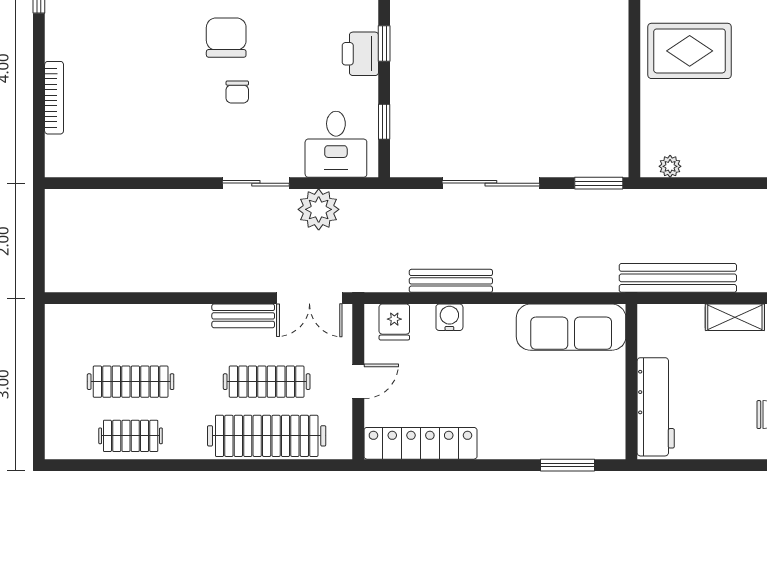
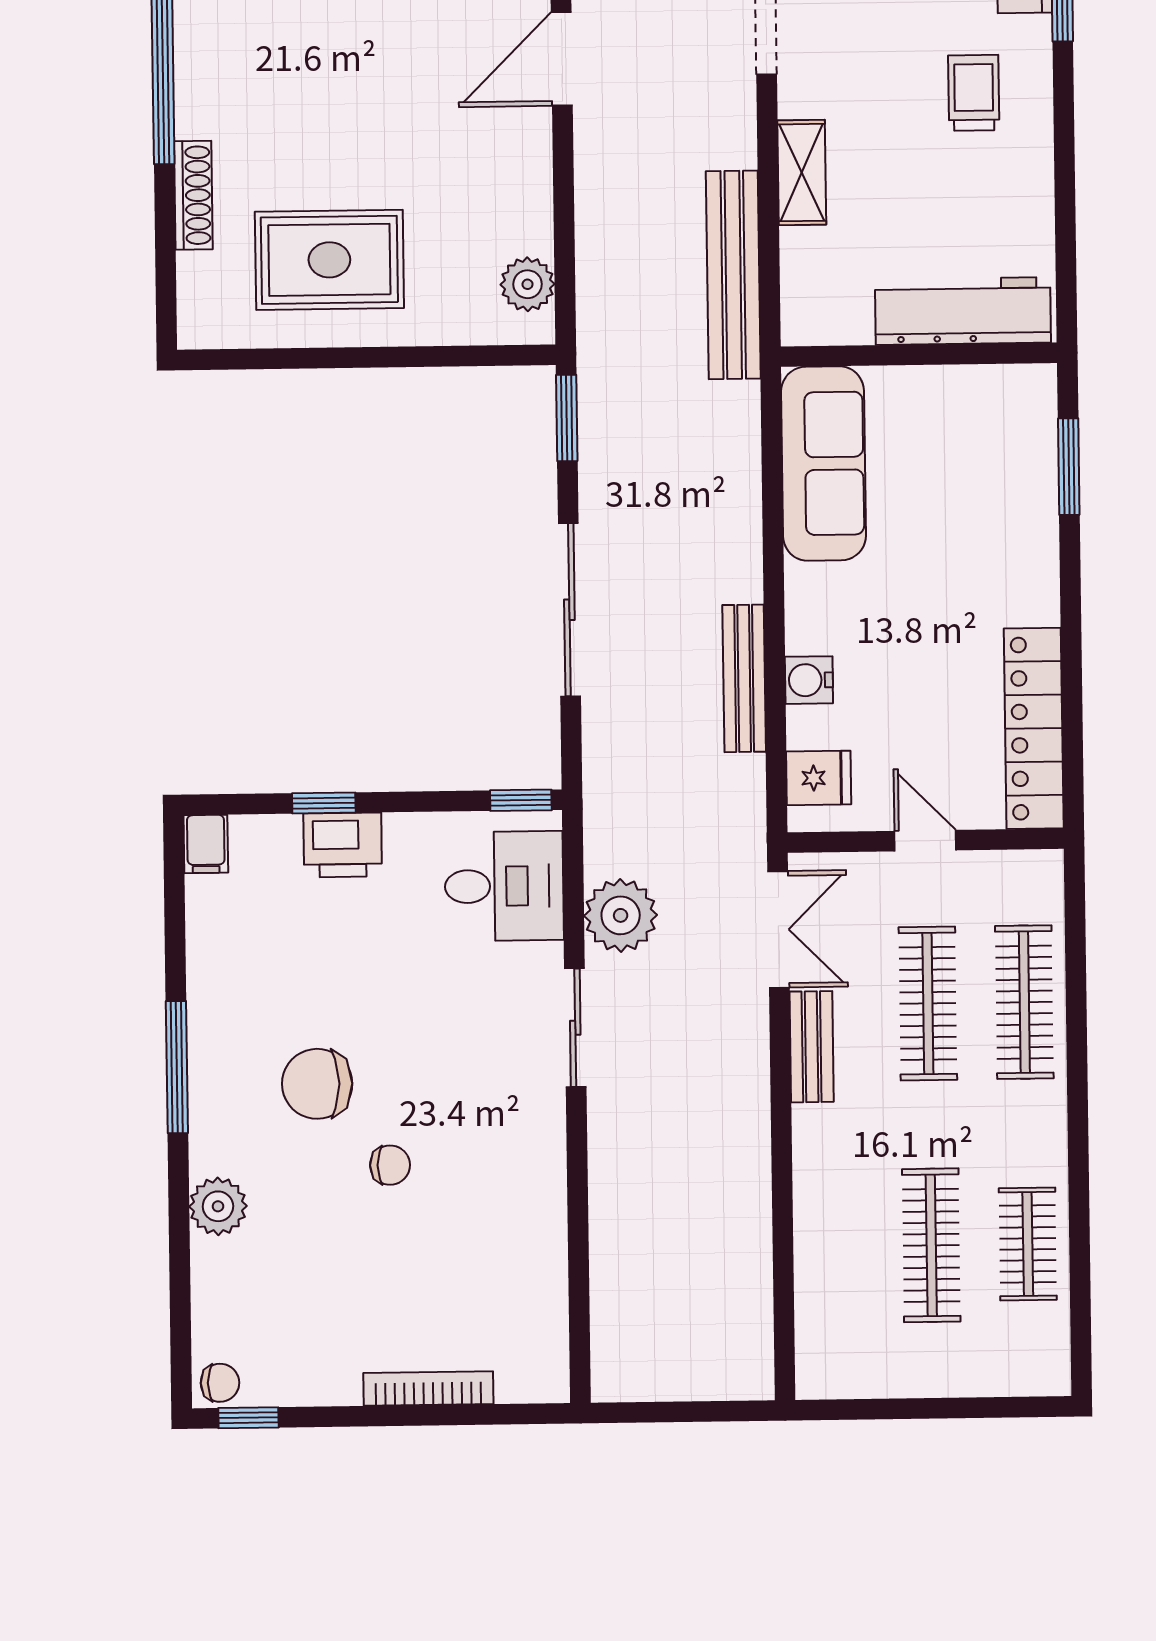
rug: (690, 51) -> (329, 260), turned 90
chair: (237, 92) -> (390, 1165), moved
window: (384, 122) -> (521, 800), moved
plant: (670, 166) -> (528, 284), width x1.38, depth x1.38
clothes rail: (267, 436) -> (1024, 1002), width x0.73, depth x0.76

